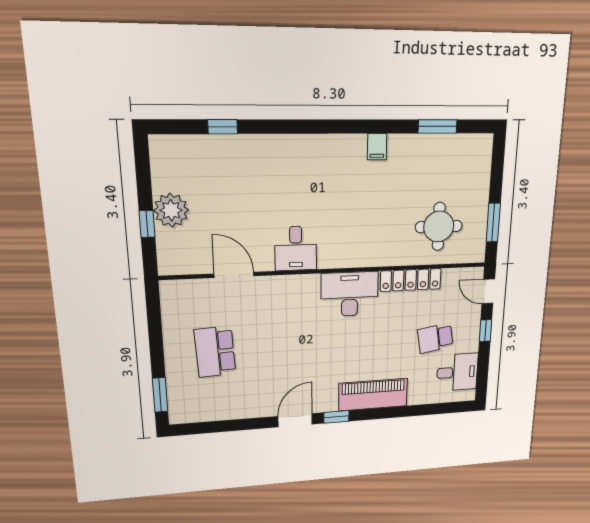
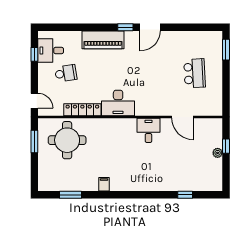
plant: (171, 210) -> (218, 153), width x0.53, depth x0.53
round table: (439, 227) -> (67, 140), width x1.36, depth x1.36
window: (485, 331) -> (34, 54), moved

